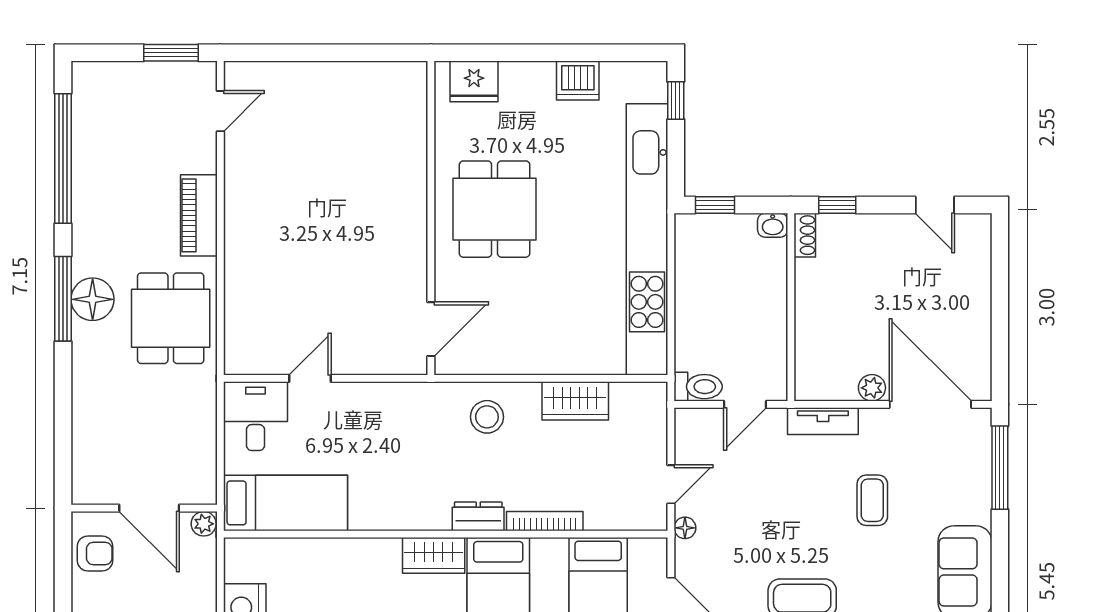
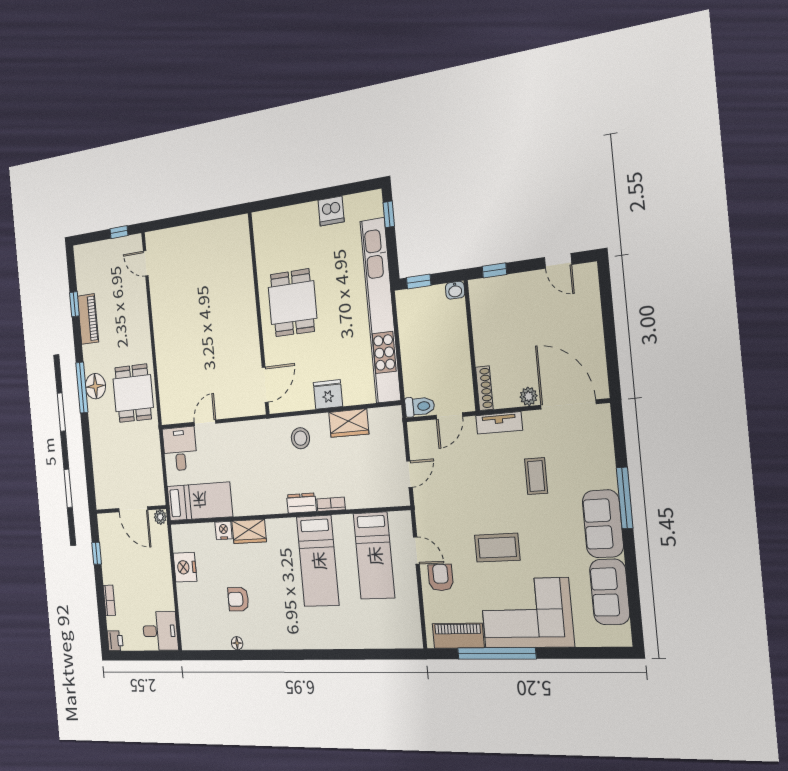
window: (171, 53) -> (119, 232), width x0.67
fridge: (474, 81) -> (328, 394), moved, turned 180
door: (220, 111) -> (146, 263), swing flipped
window: (63, 158) -> (74, 304), width x0.32
piano: (199, 215) -> (88, 319), moved, turned 180
shoe rack: (805, 235) -> (484, 388), moved, width x1.43
window: (1000, 468) -> (625, 498), moved
bookcase: (545, 521) -> (331, 504), width x0.64
floor lamp: (685, 528) -> (421, 503), removed
nightstand: (327, 551) -> (224, 530), added
armchair: (95, 553) -> (110, 538), removed
wardrobe: (434, 555) -> (249, 531), moved
window: (63, 578) -> (97, 553), added

